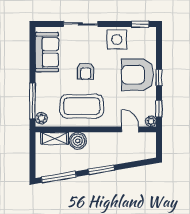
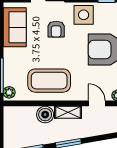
armchair: (86, 71) -> (56, 29), moved
shelving: (55, 138) -> (68, 112), moved

